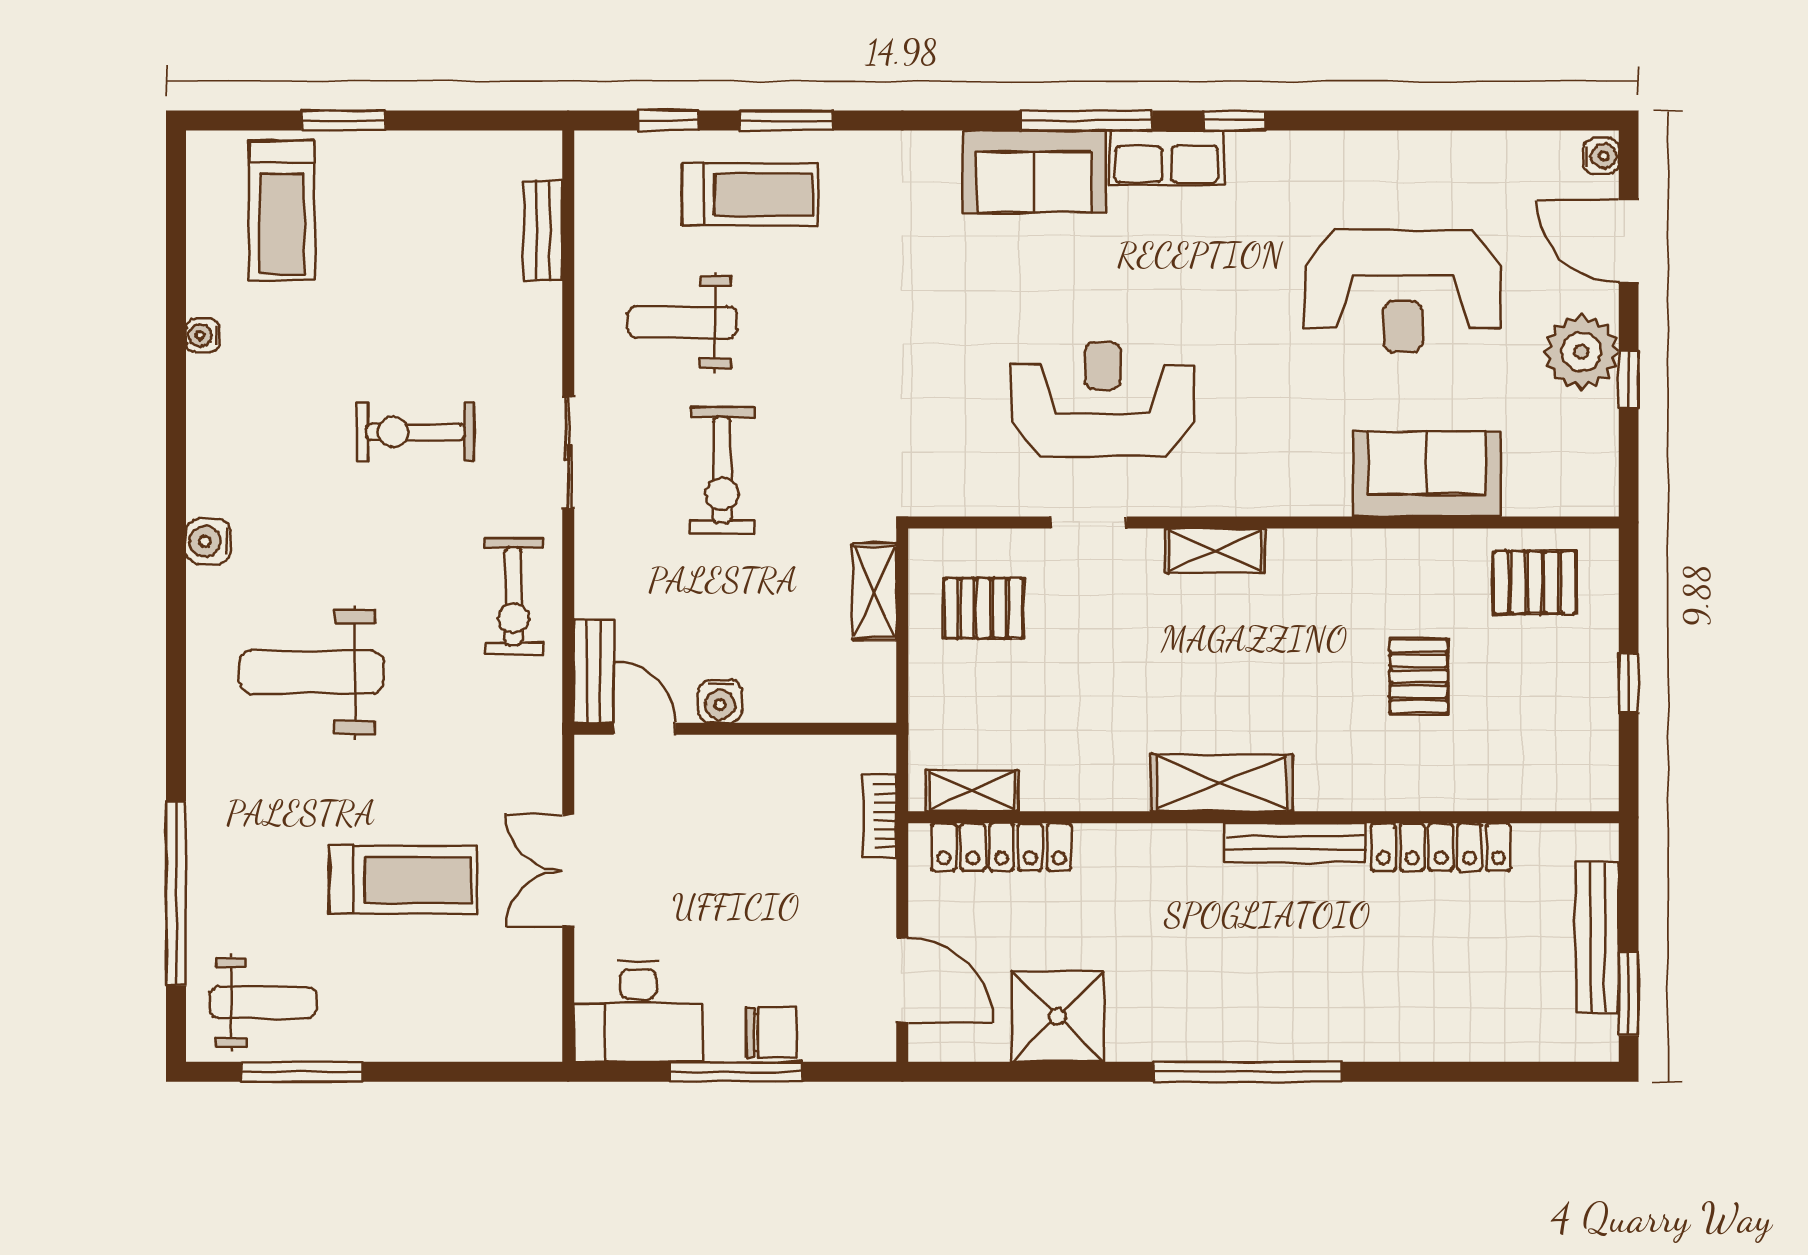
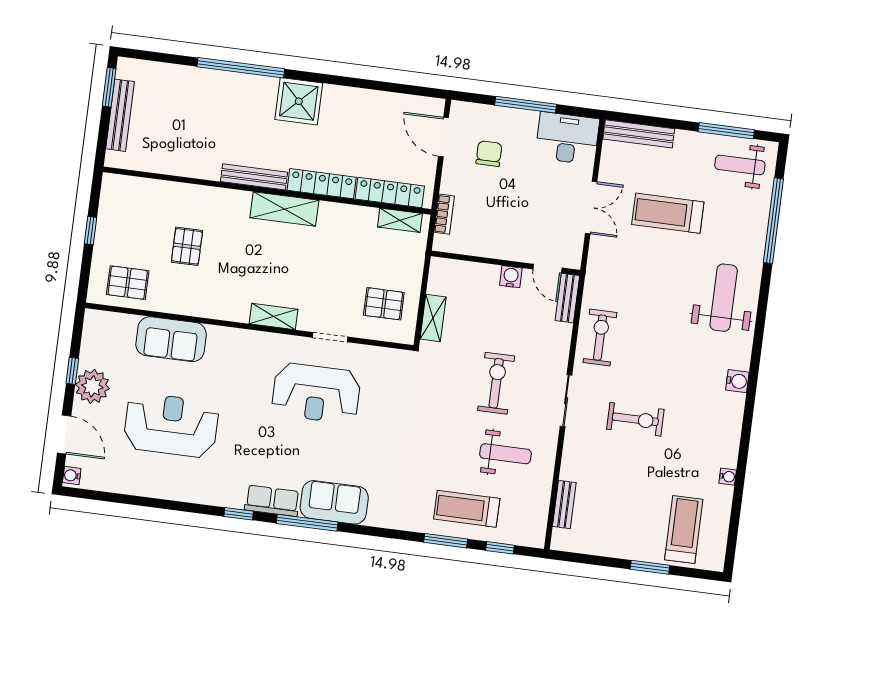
weight bench: (312, 672) -> (724, 298), moved, turned -90
locker: (1441, 847) -> (322, 184), moved
shower: (1057, 1016) -> (299, 101), moved
chair: (771, 1032) -> (489, 154), moved, turned 90
bench: (487, 1041) -> (639, 134), added
window: (1247, 1072) -> (241, 68), moved

